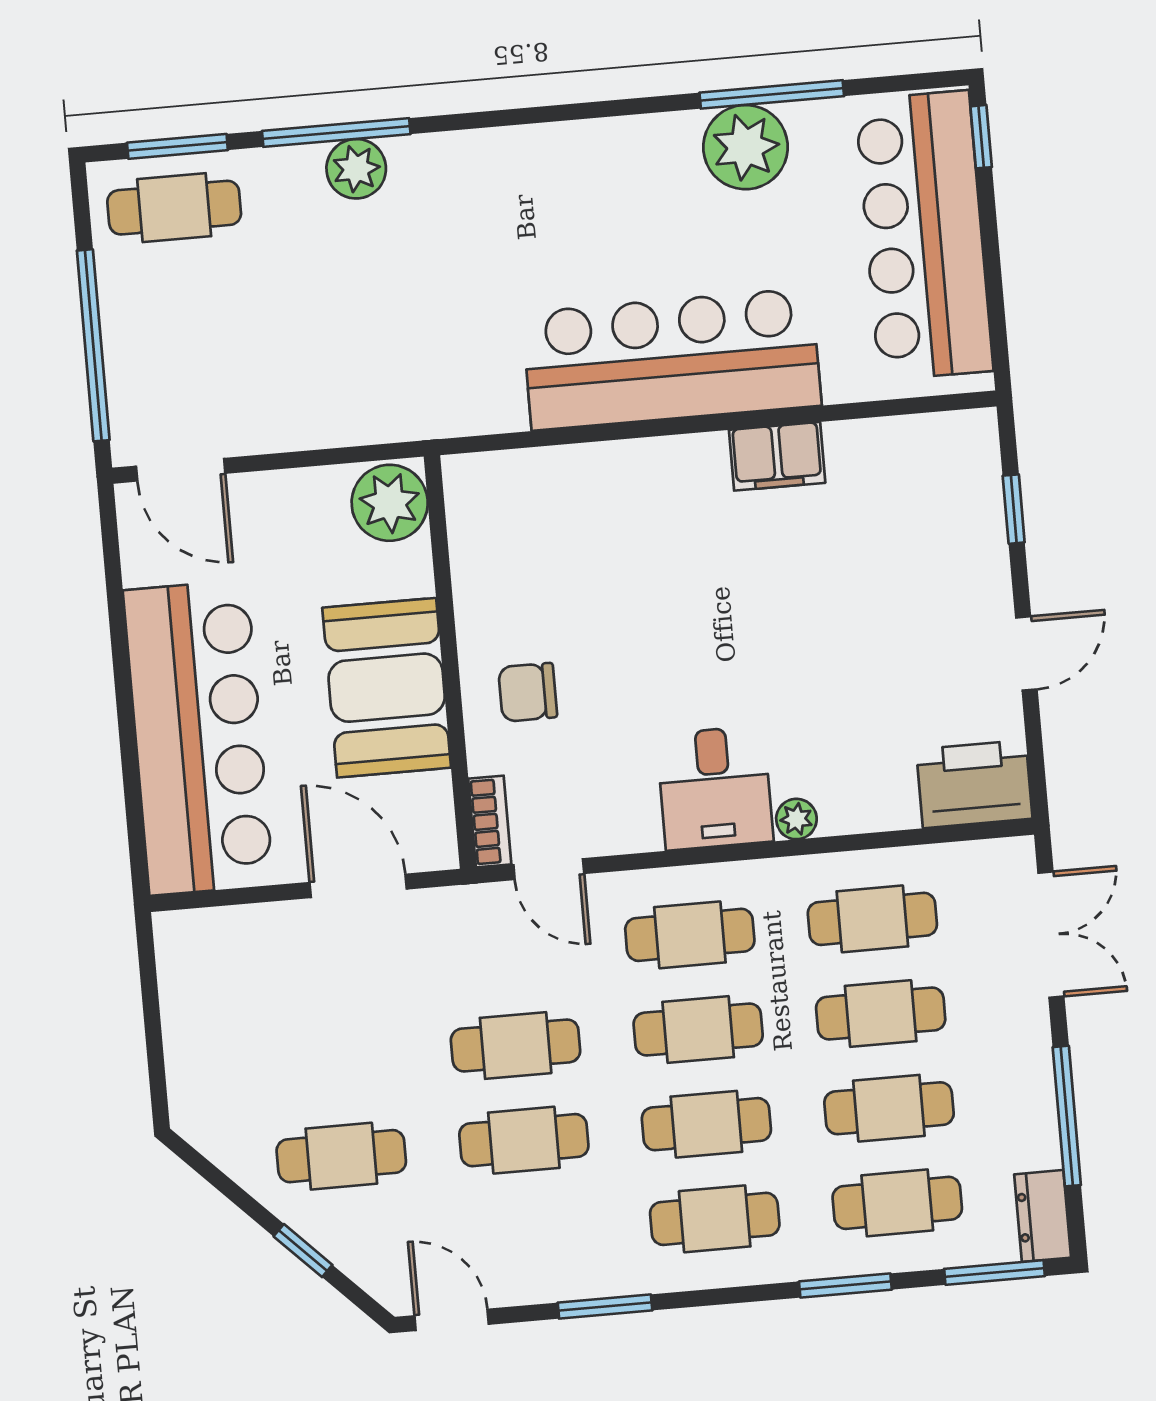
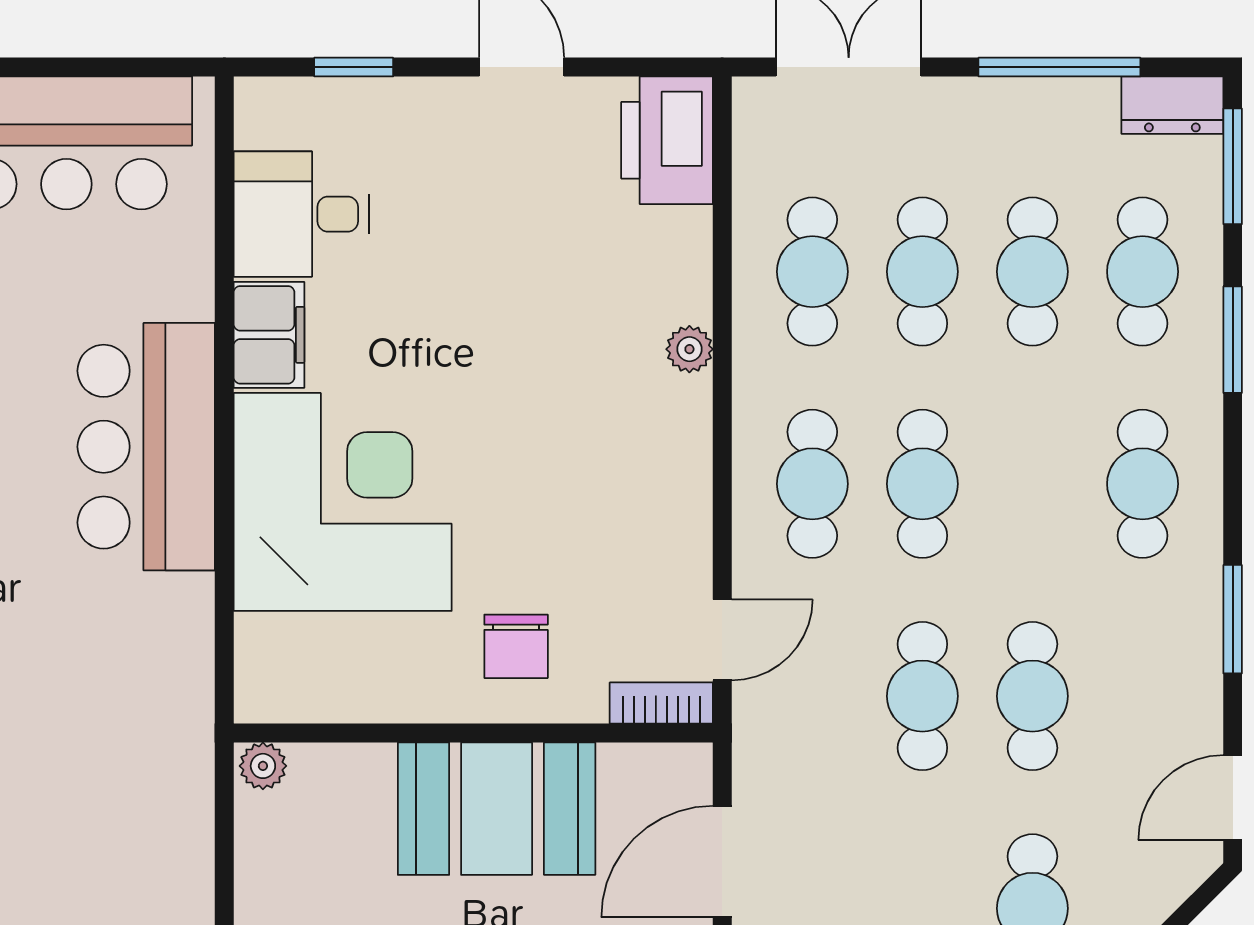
bar counter: (672, 359) -> (146, 447), width x0.73
plant: (390, 503) -> (263, 766), width x0.53, depth x0.53
corner desk: (639, 532) -> (343, 502), added
desk: (715, 788) -> (301, 214), moved, turned 180
cafe table: (706, 1124) -> (1032, 484), removed

